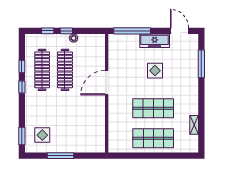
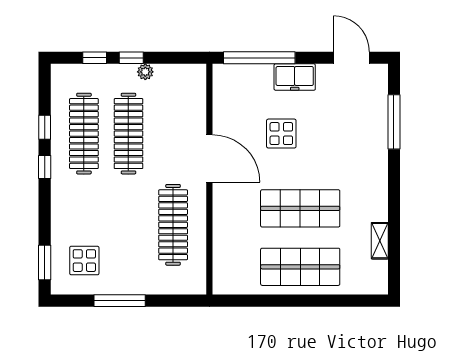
freezer: (155, 41) -> (295, 77), width x0.71
display table: (155, 71) -> (281, 134), moved
door: (107, 83) -> (209, 158), swing flipped
clothes rail: (88, 117) -> (173, 225), added

